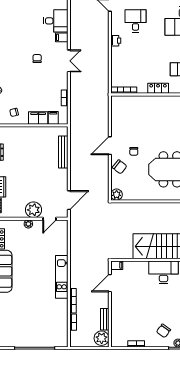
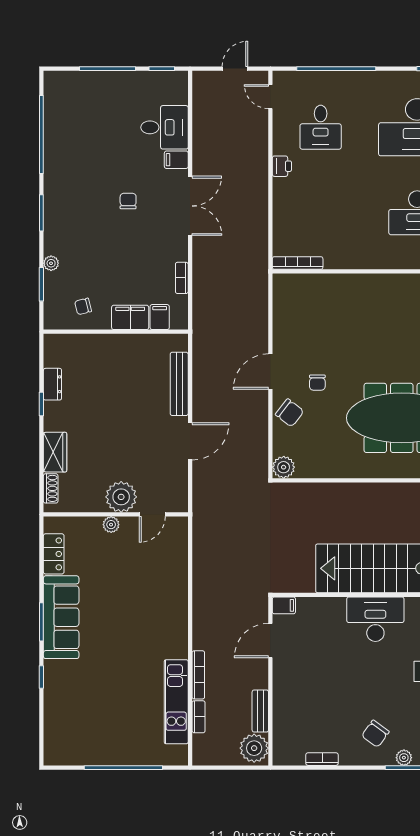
desk: (135, 21) -> (321, 127), turned 180
double door: (69, 61) -> (190, 206), width x1.37
locker: (158, 88) -> (365, 259), removed
door: (69, 200) -> (190, 441), moved
kitchen unit: (62, 277) -> (176, 702), moved

